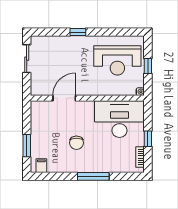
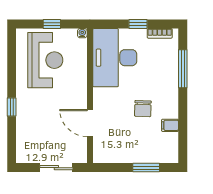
sliding door: (27, 59) -> (56, 168), moved
chair: (76, 143) -> (143, 109), turned 92
filing cabinet: (41, 166) -> (170, 125), moved
window: (93, 176) -> (183, 69), moved

